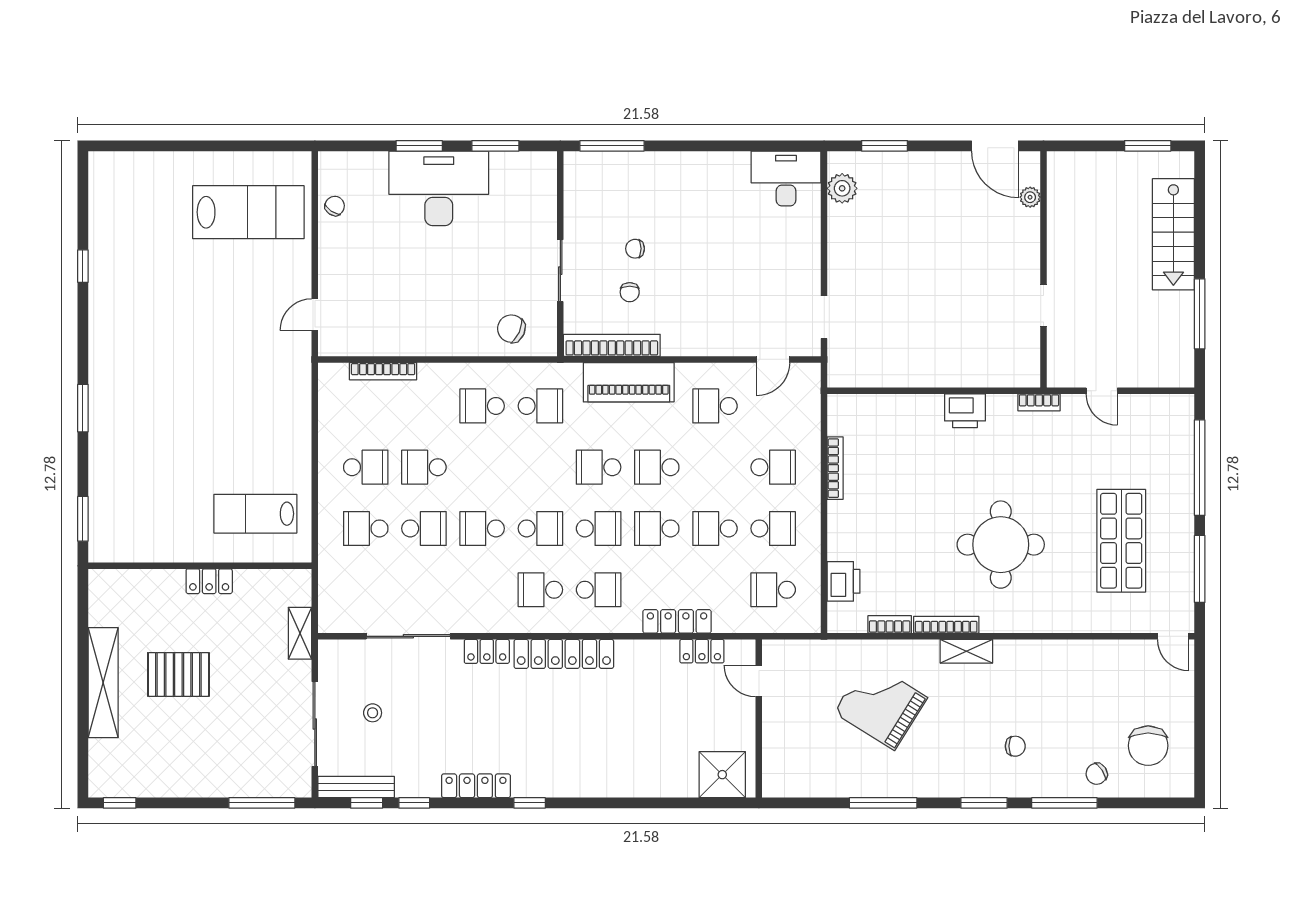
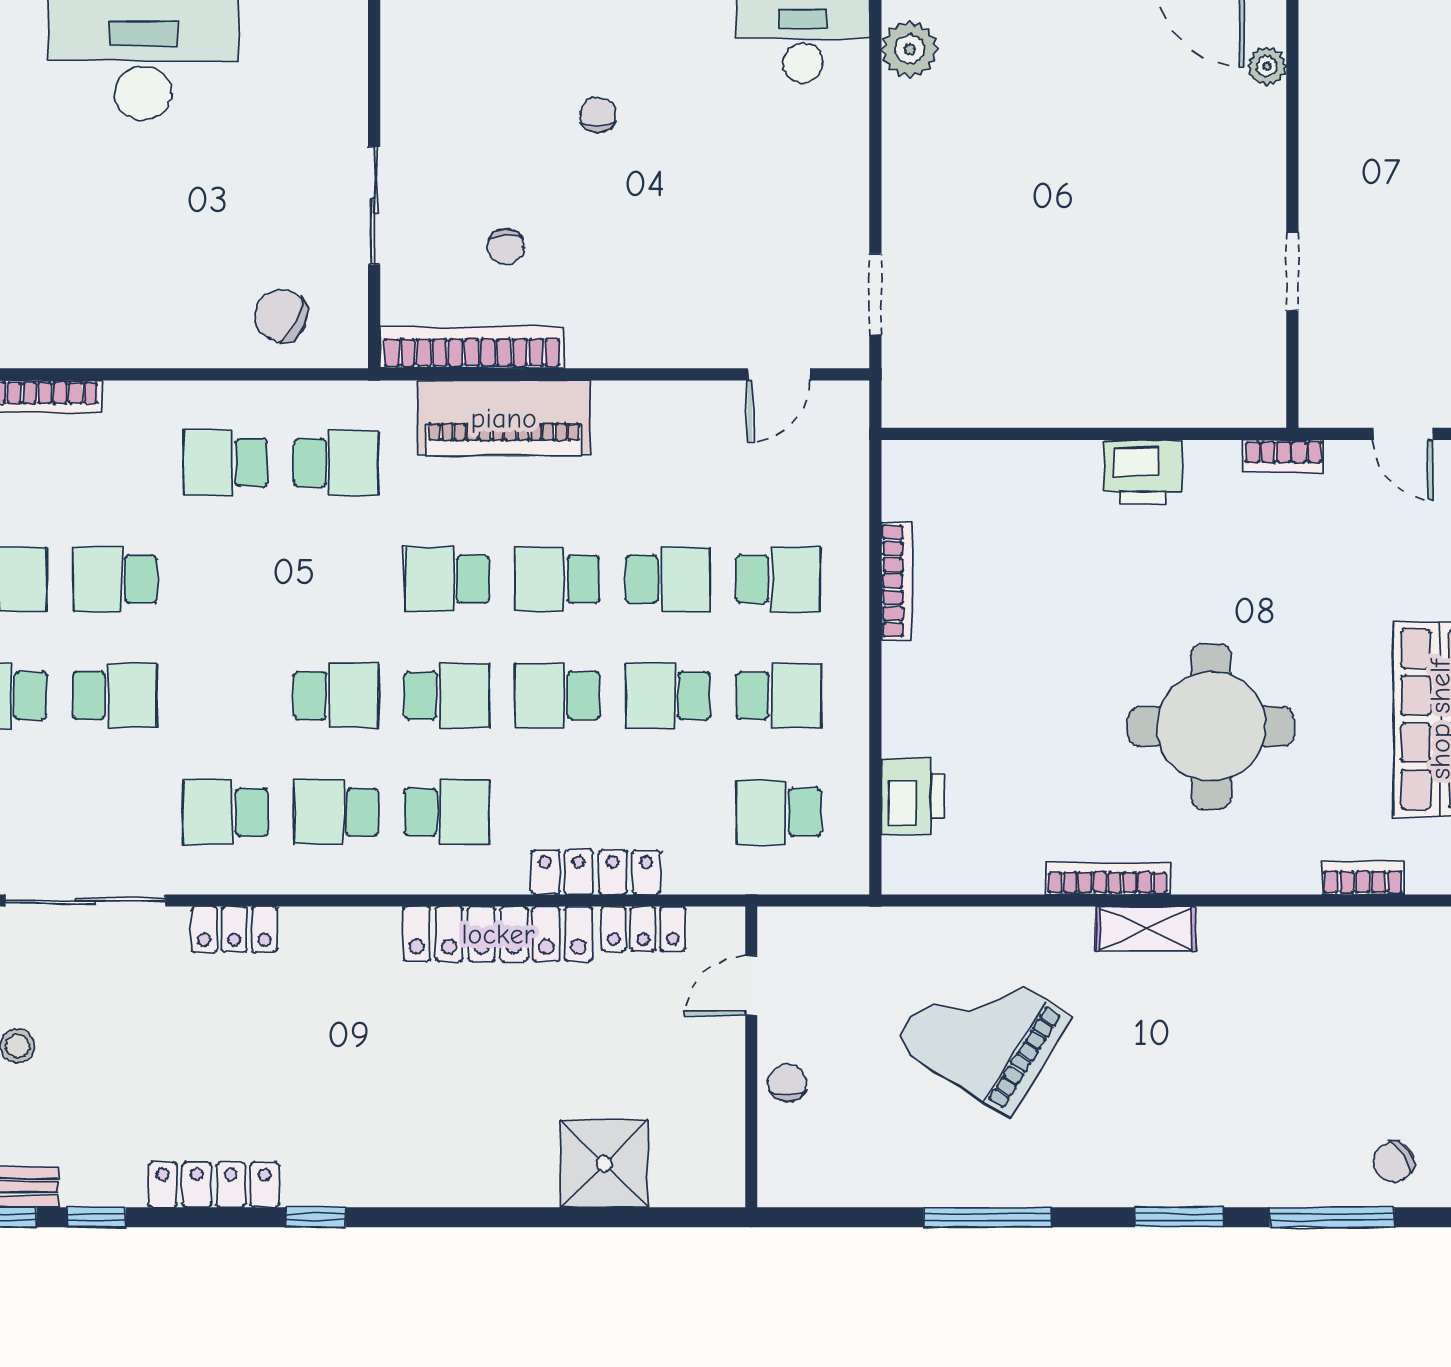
chair: (635, 249) -> (598, 115), moved, turned 90
school desk: (715, 406) -> (668, 579), moved, turned 180
school desk: (482, 528) -> (226, 812), moved
bookcase: (890, 624) -> (1363, 878), moved
locker: (564, 654) -> (498, 934), moved
door: (759, 681) -> (751, 985), hinge flipped
chair: (1015, 746) -> (787, 1083), moved, turned -90
shower: (722, 775) -> (604, 1163), moved

